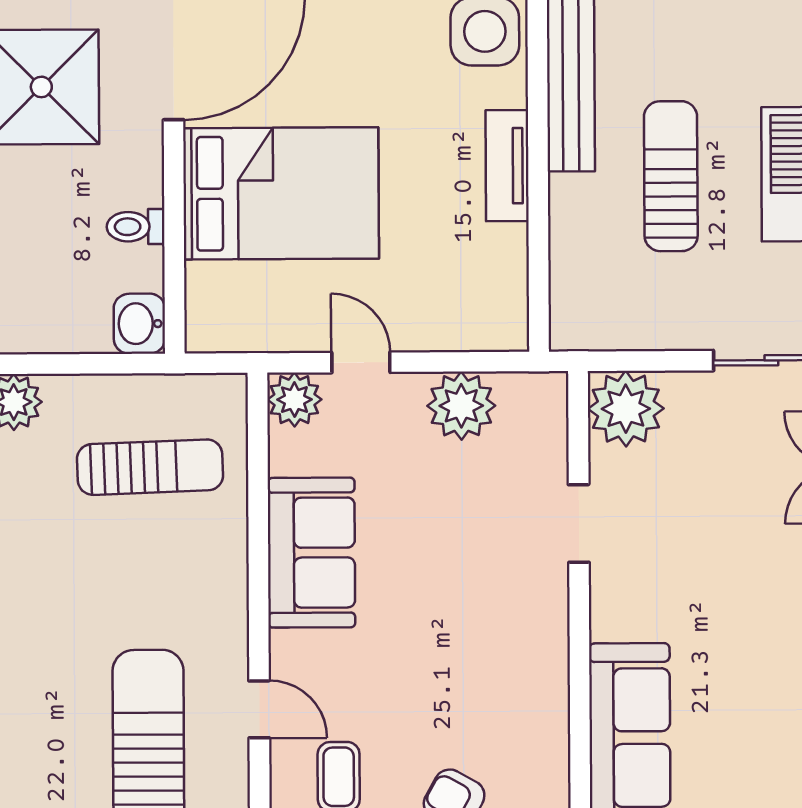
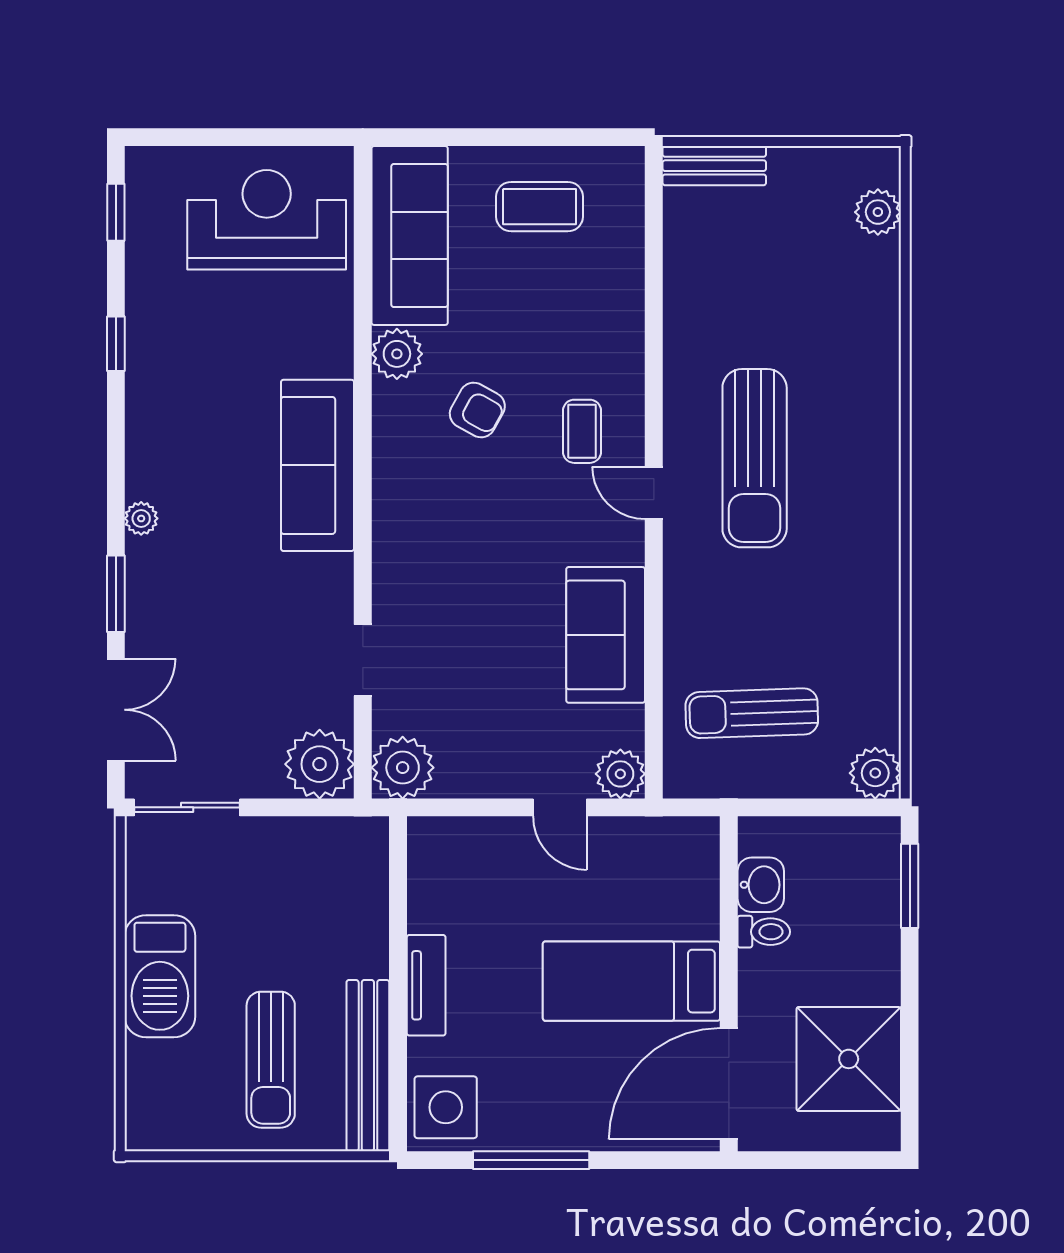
sun lounger: (671, 176) -> (271, 1060), moved
bed: (281, 193) -> (631, 981), width x0.67
washbasin: (139, 324) -> (761, 885), moved
plant: (461, 406) -> (403, 768), moved

